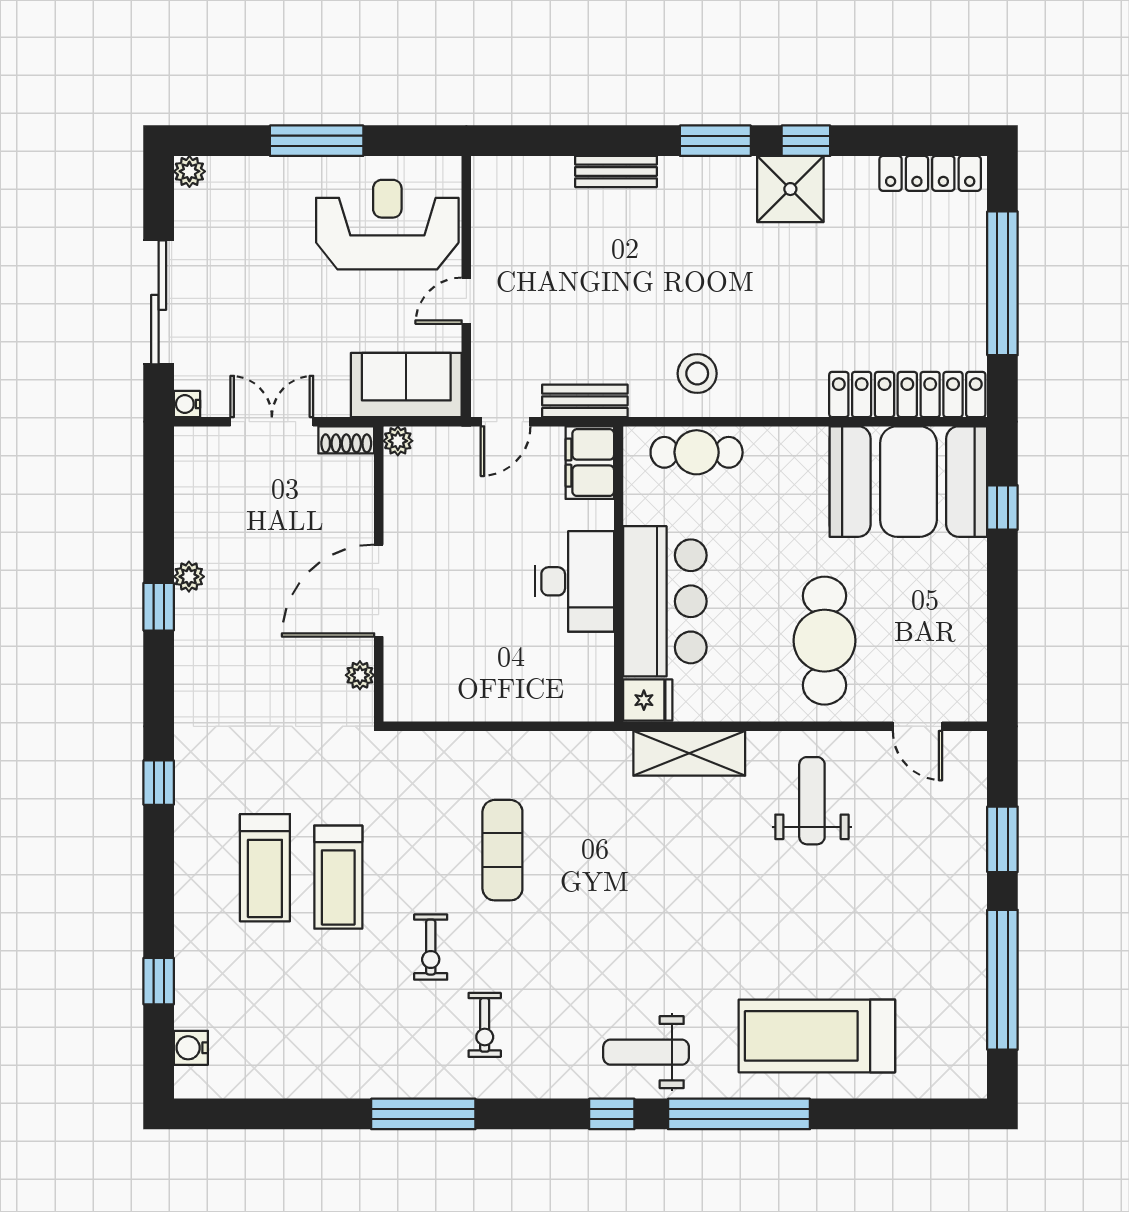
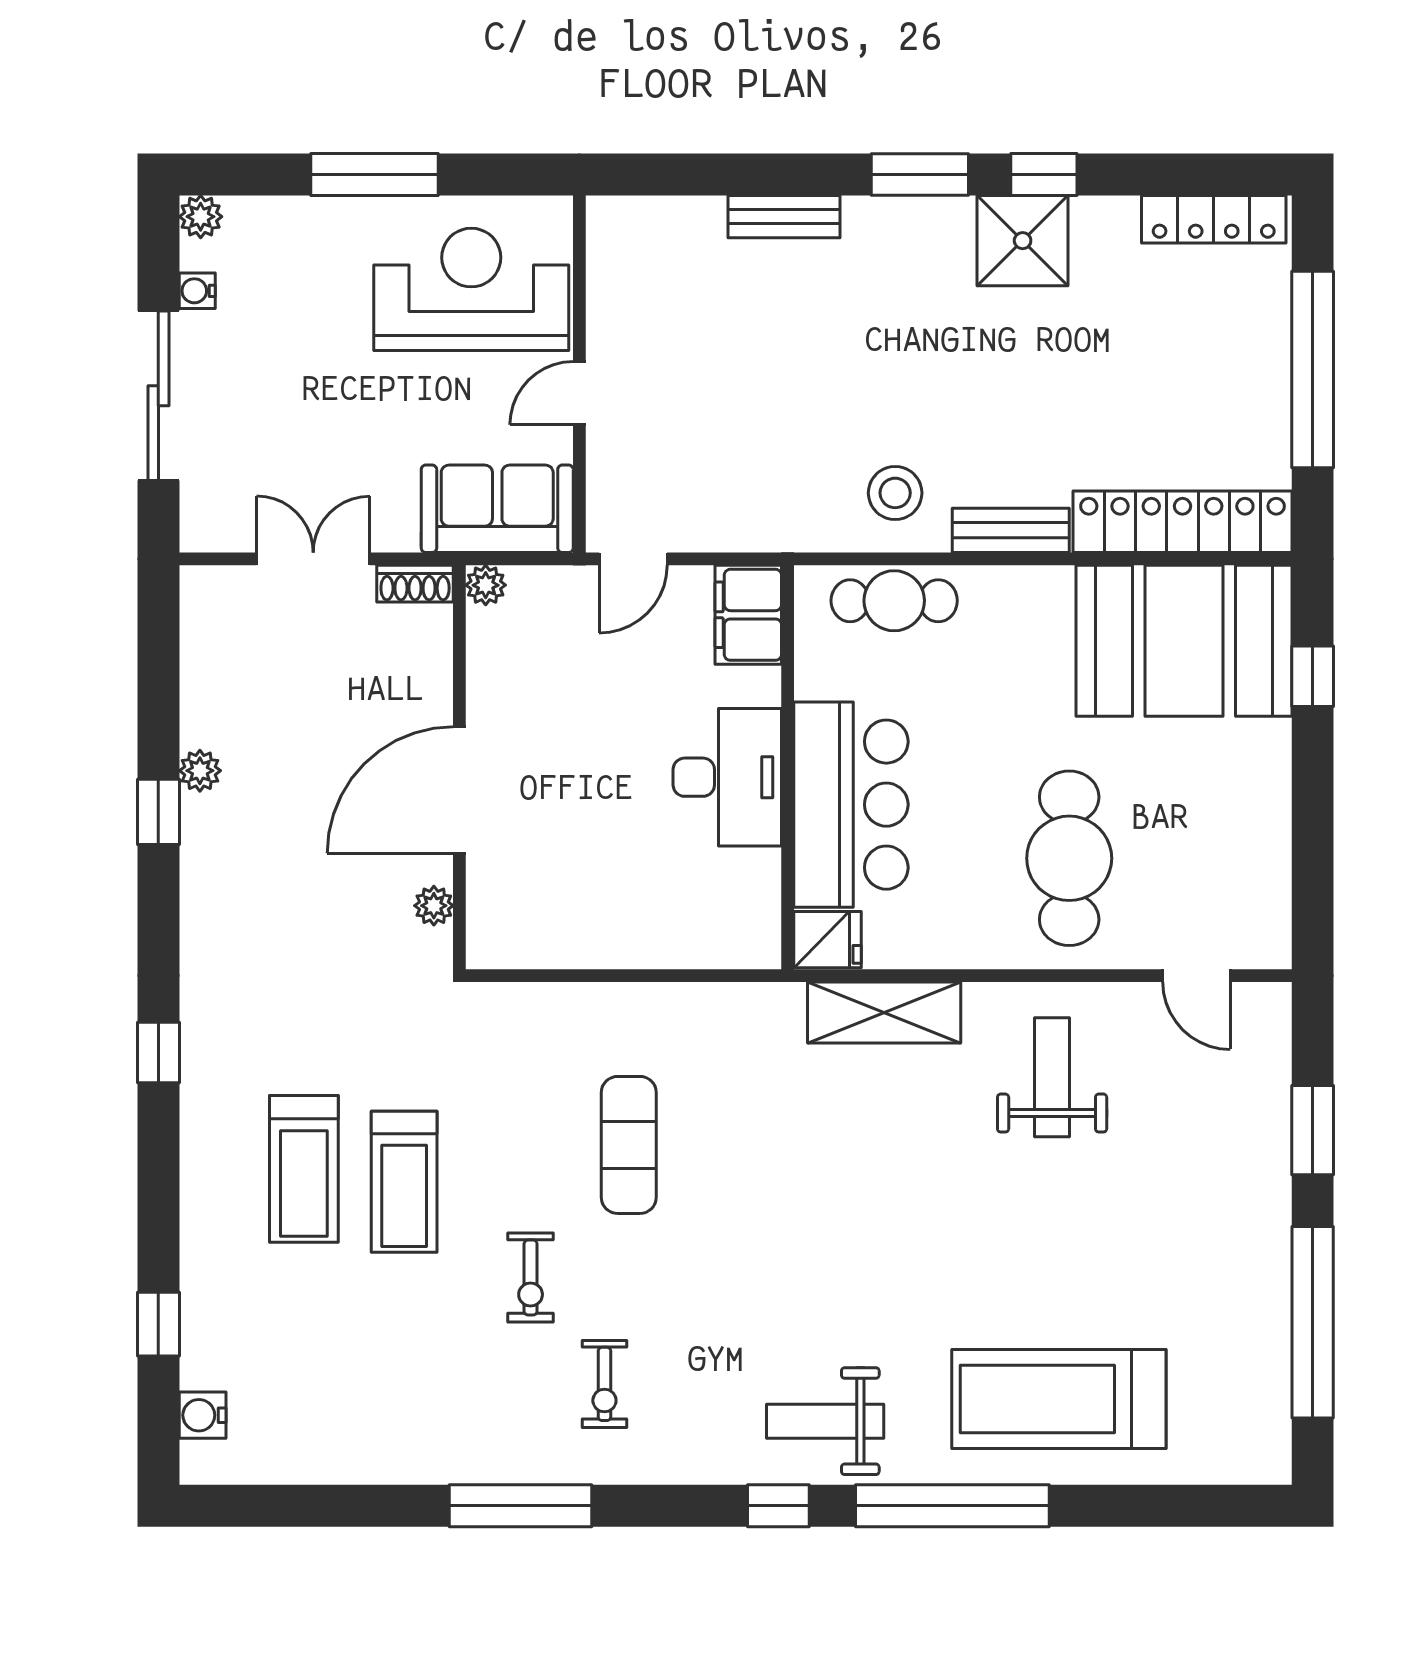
bench: (585, 401) -> (1011, 530), moved
water cooler: (187, 404) -> (197, 291), moved

